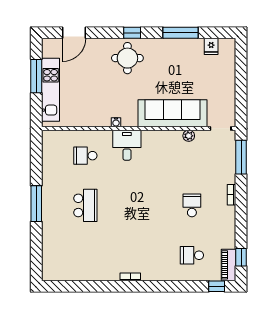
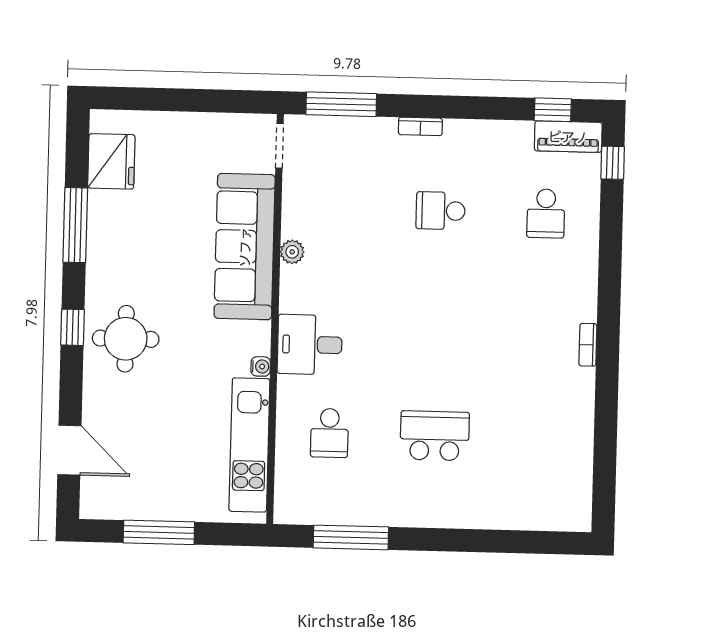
fridge: (211, 46) -> (111, 161), width x1.88, depth x1.34
kitchen unit: (51, 90) -> (249, 445), moved, turned -90
plant: (189, 136) -> (292, 252), moved
window: (36, 204) -> (351, 537), moved

